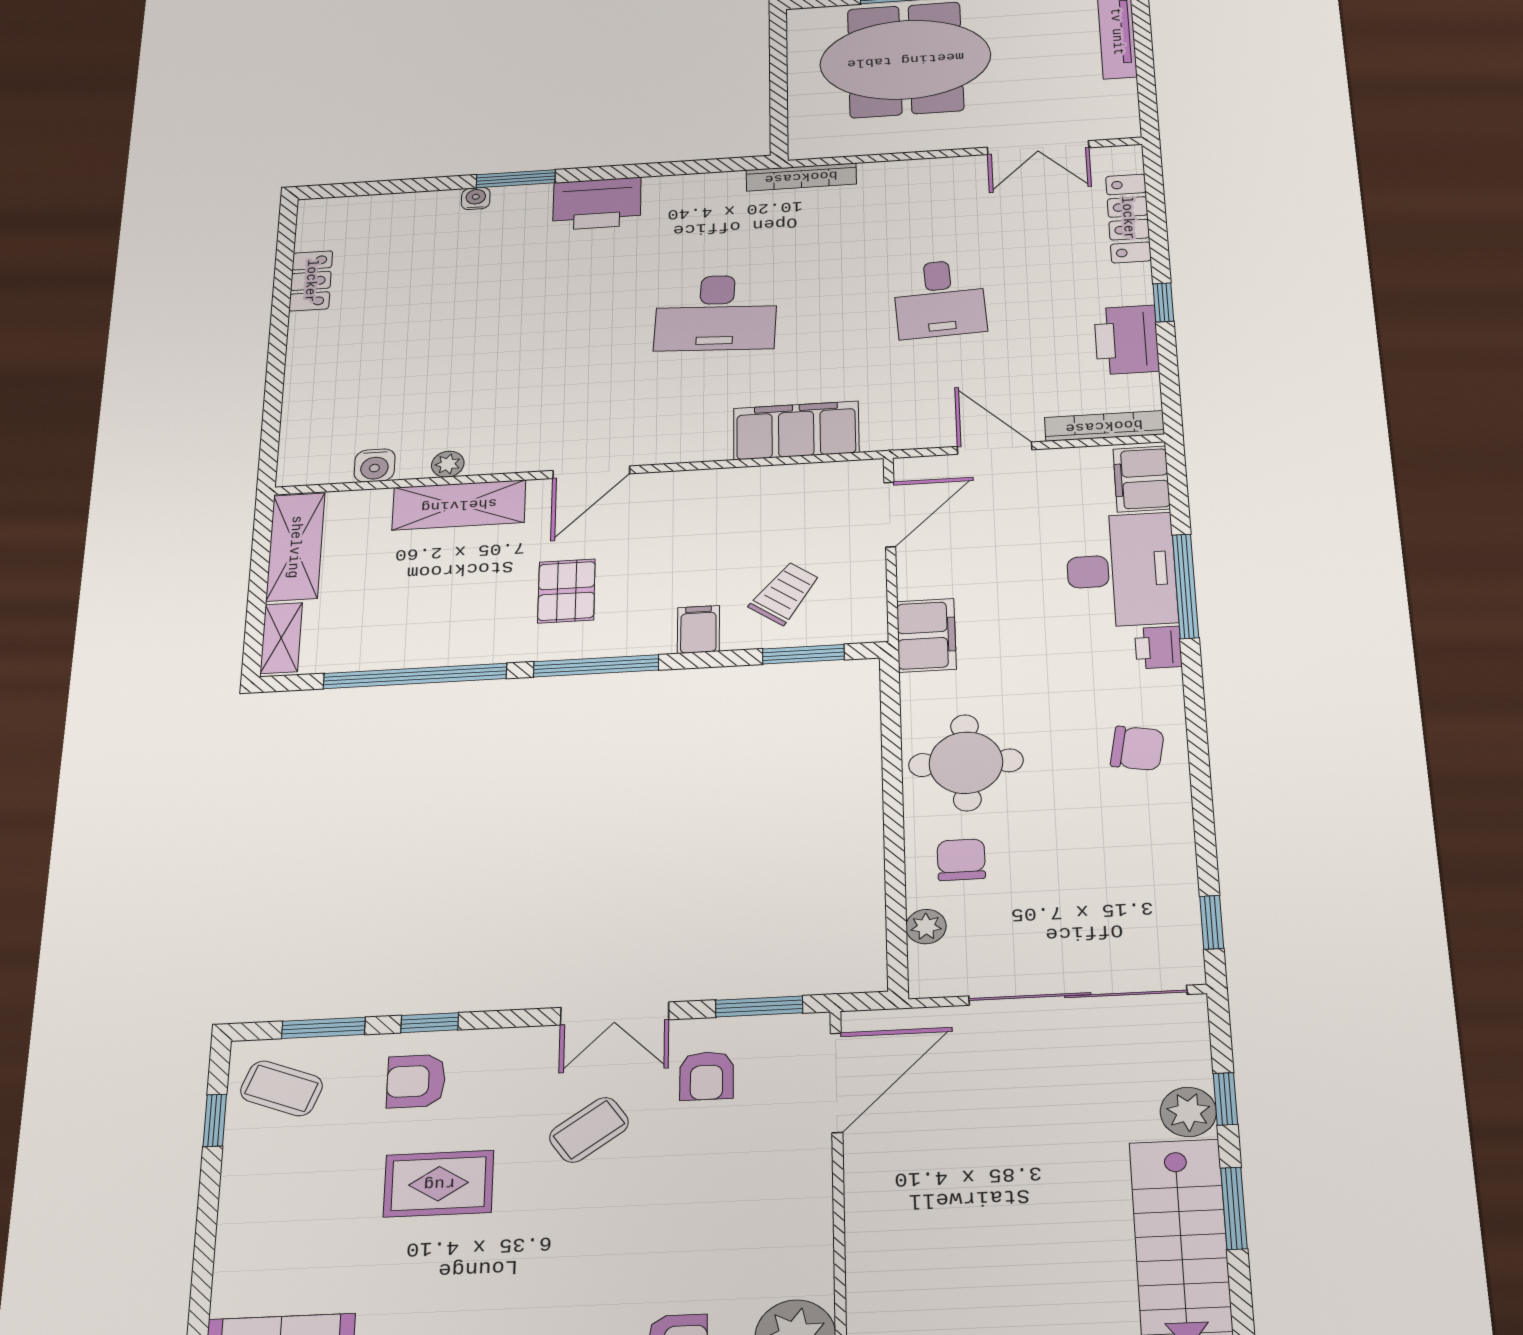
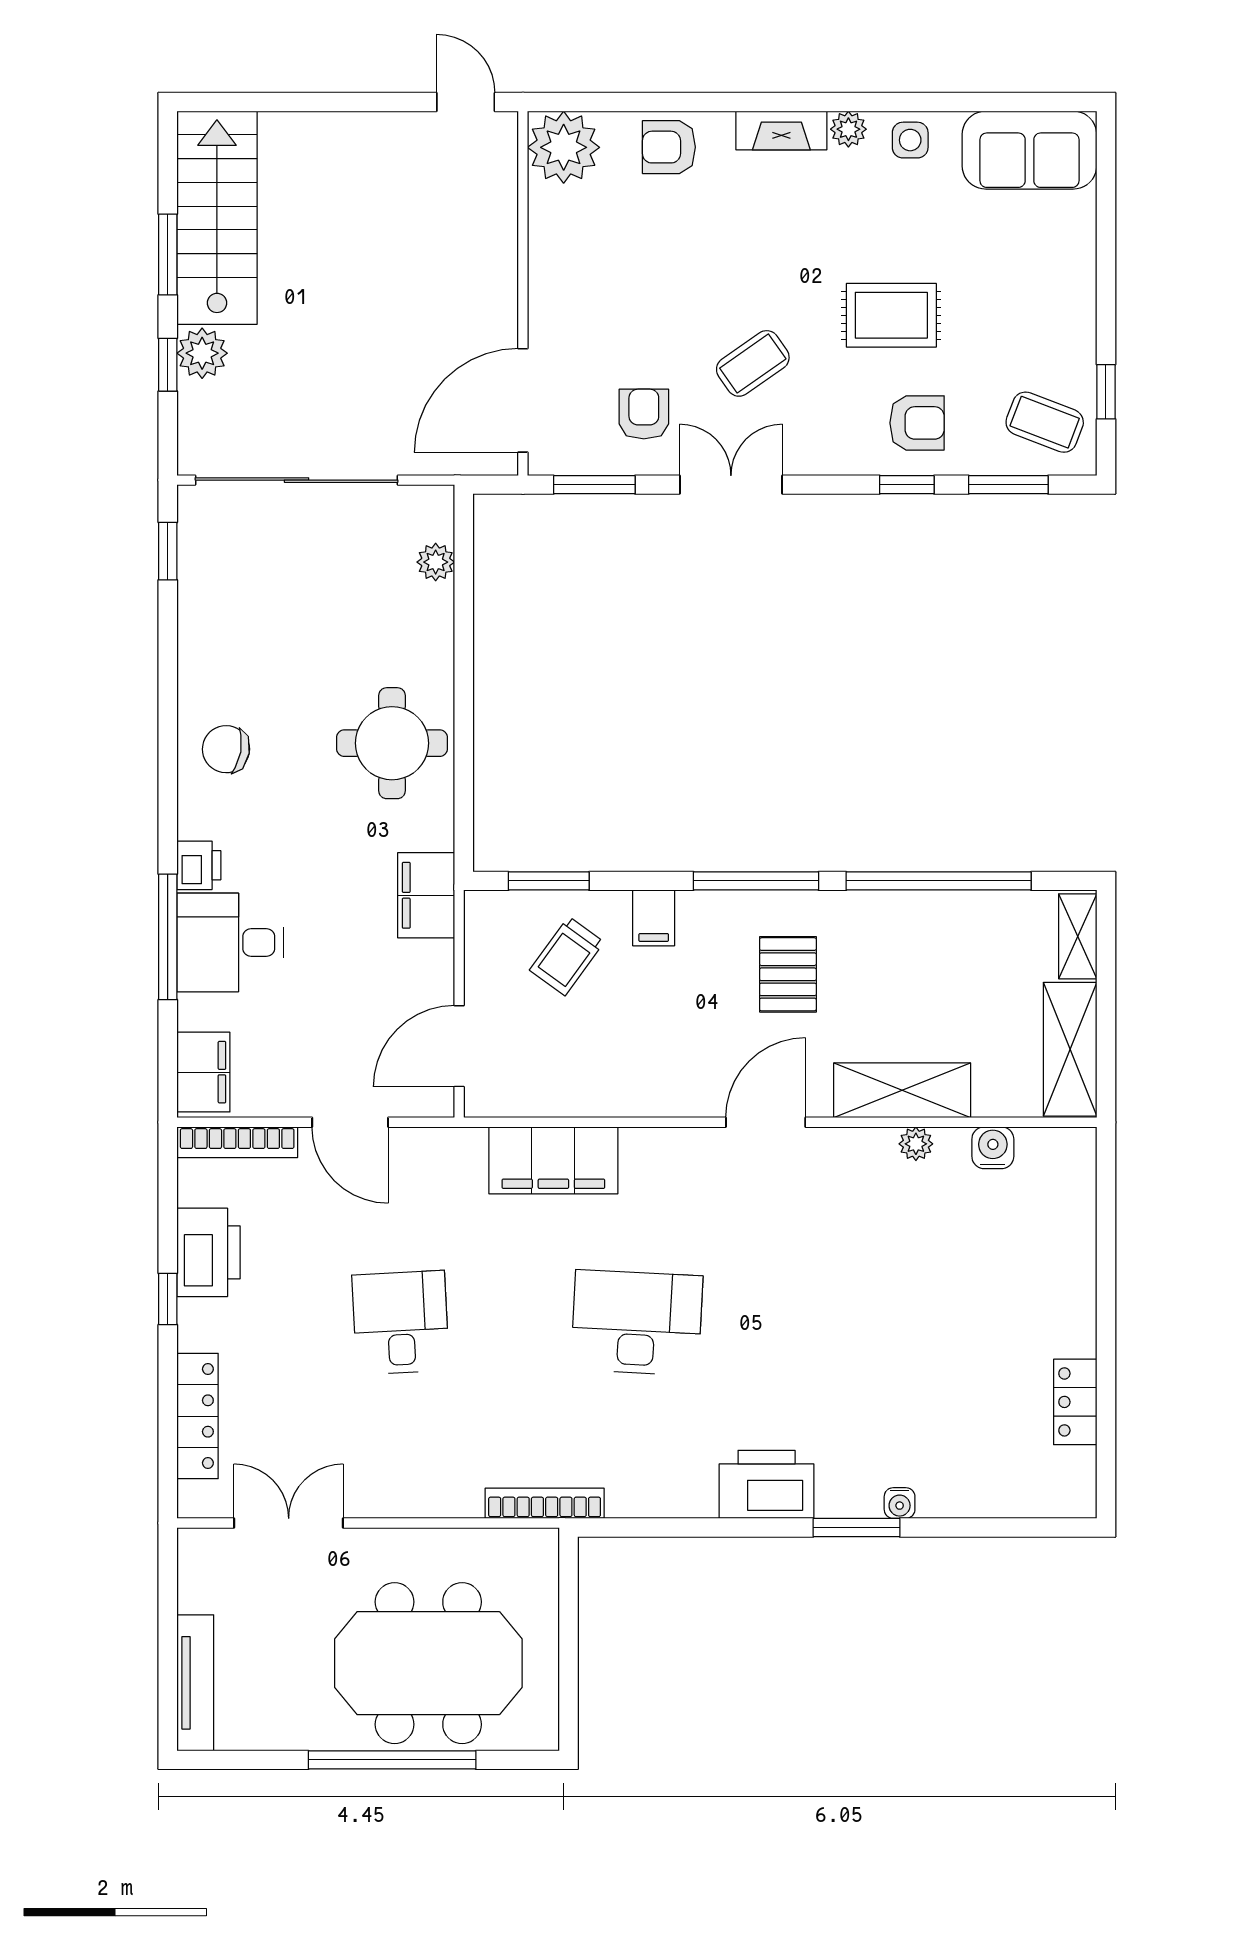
desk: (1121, 570) -> (230, 942), width x0.73
chair: (961, 860) -> (400, 634), removed

